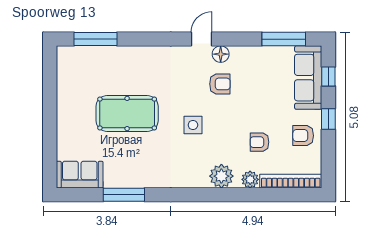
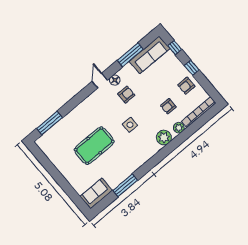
window: (284, 39) -> (130, 55), moved
sofa: (308, 78) -> (150, 55), moved, turned -90

